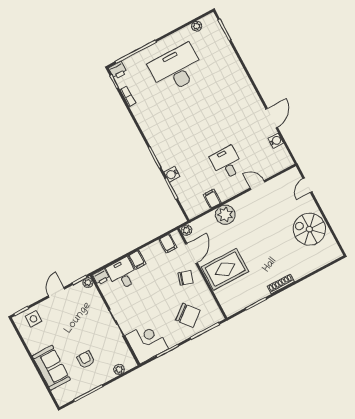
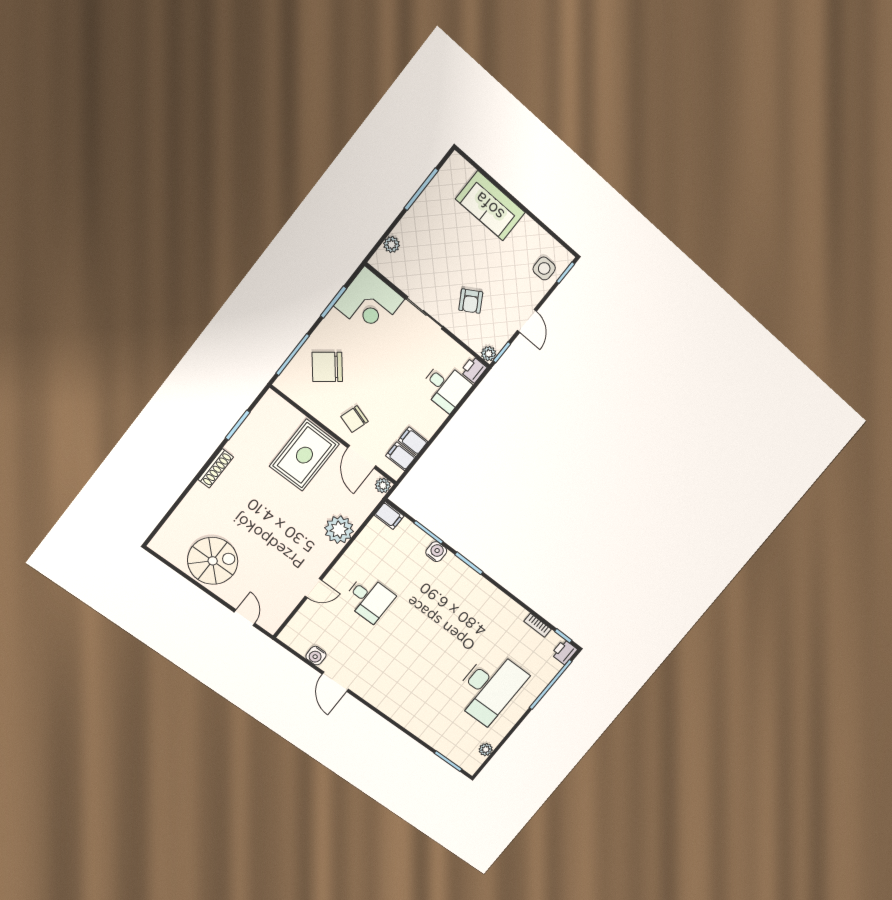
filing cabinet: (212, 199) -> (389, 516), moved
filing cabinet: (137, 260) -> (413, 441), moved
armchair: (86, 360) -> (471, 301), moved, turned 59

